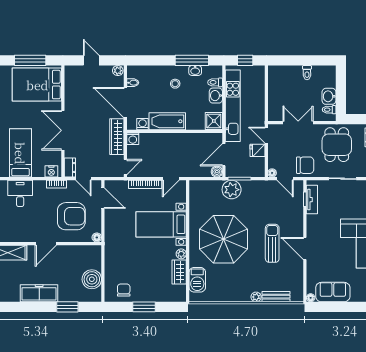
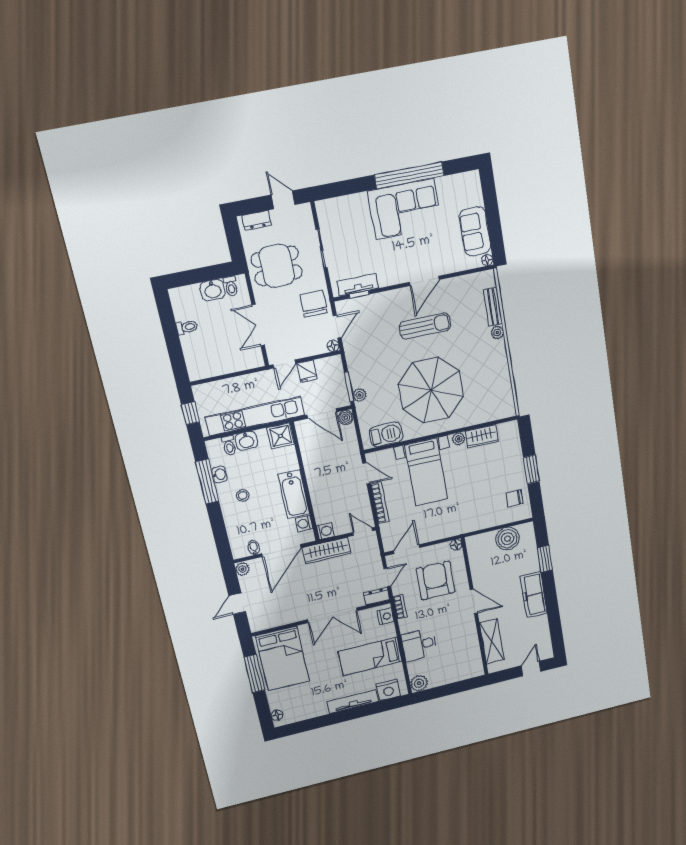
plant: (232, 190) -> (360, 395), width x0.53, depth x0.53
sun lounger: (272, 243) -> (425, 326), turned 180
barbecue: (197, 280) -> (386, 434), moved

